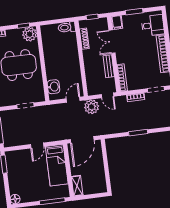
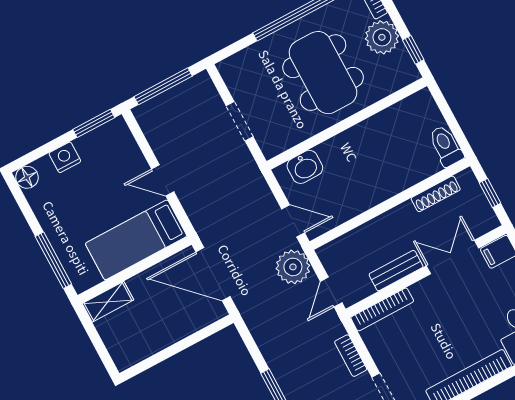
plant: (30, 34) -> (382, 37), moved
nightstand: (13, 181) -> (65, 157), added

